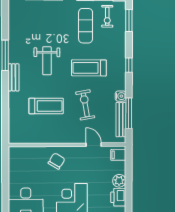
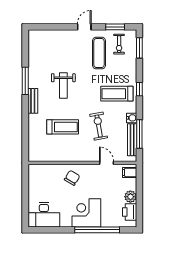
treadmill: (89, 68) -> (117, 94), moved

